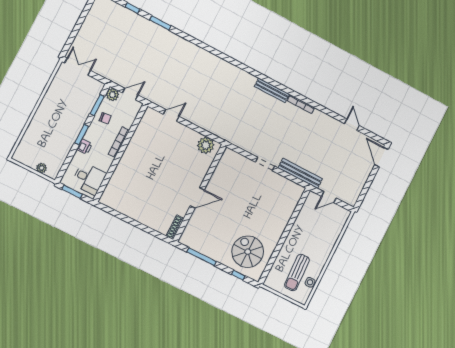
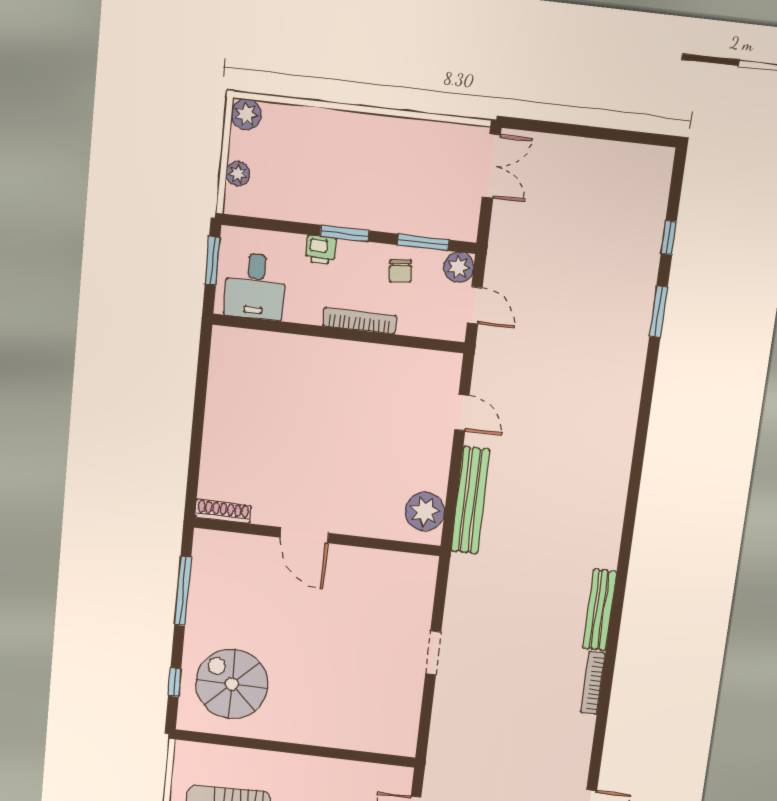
plant: (19, 155) -> (246, 114), added
bench: (300, 173) -> (470, 500), moved
spiral stairs: (248, 252) -> (232, 684), turned -90

